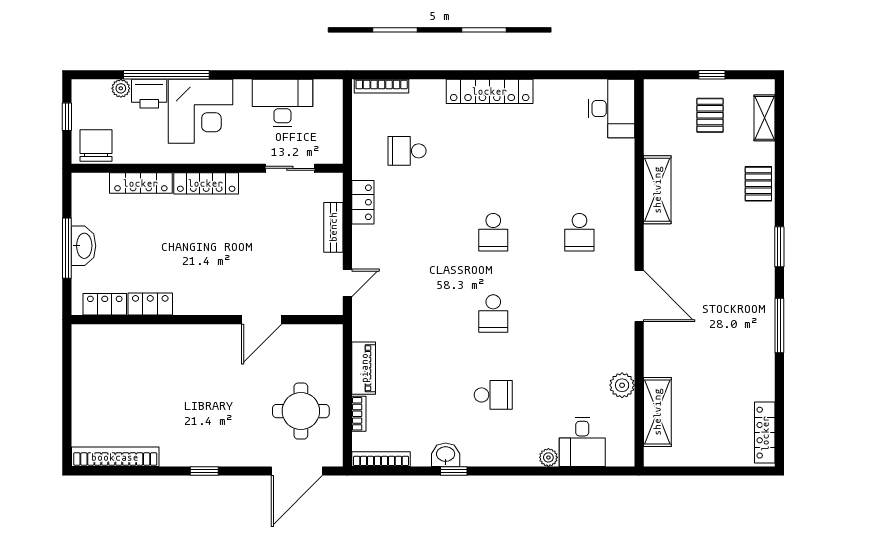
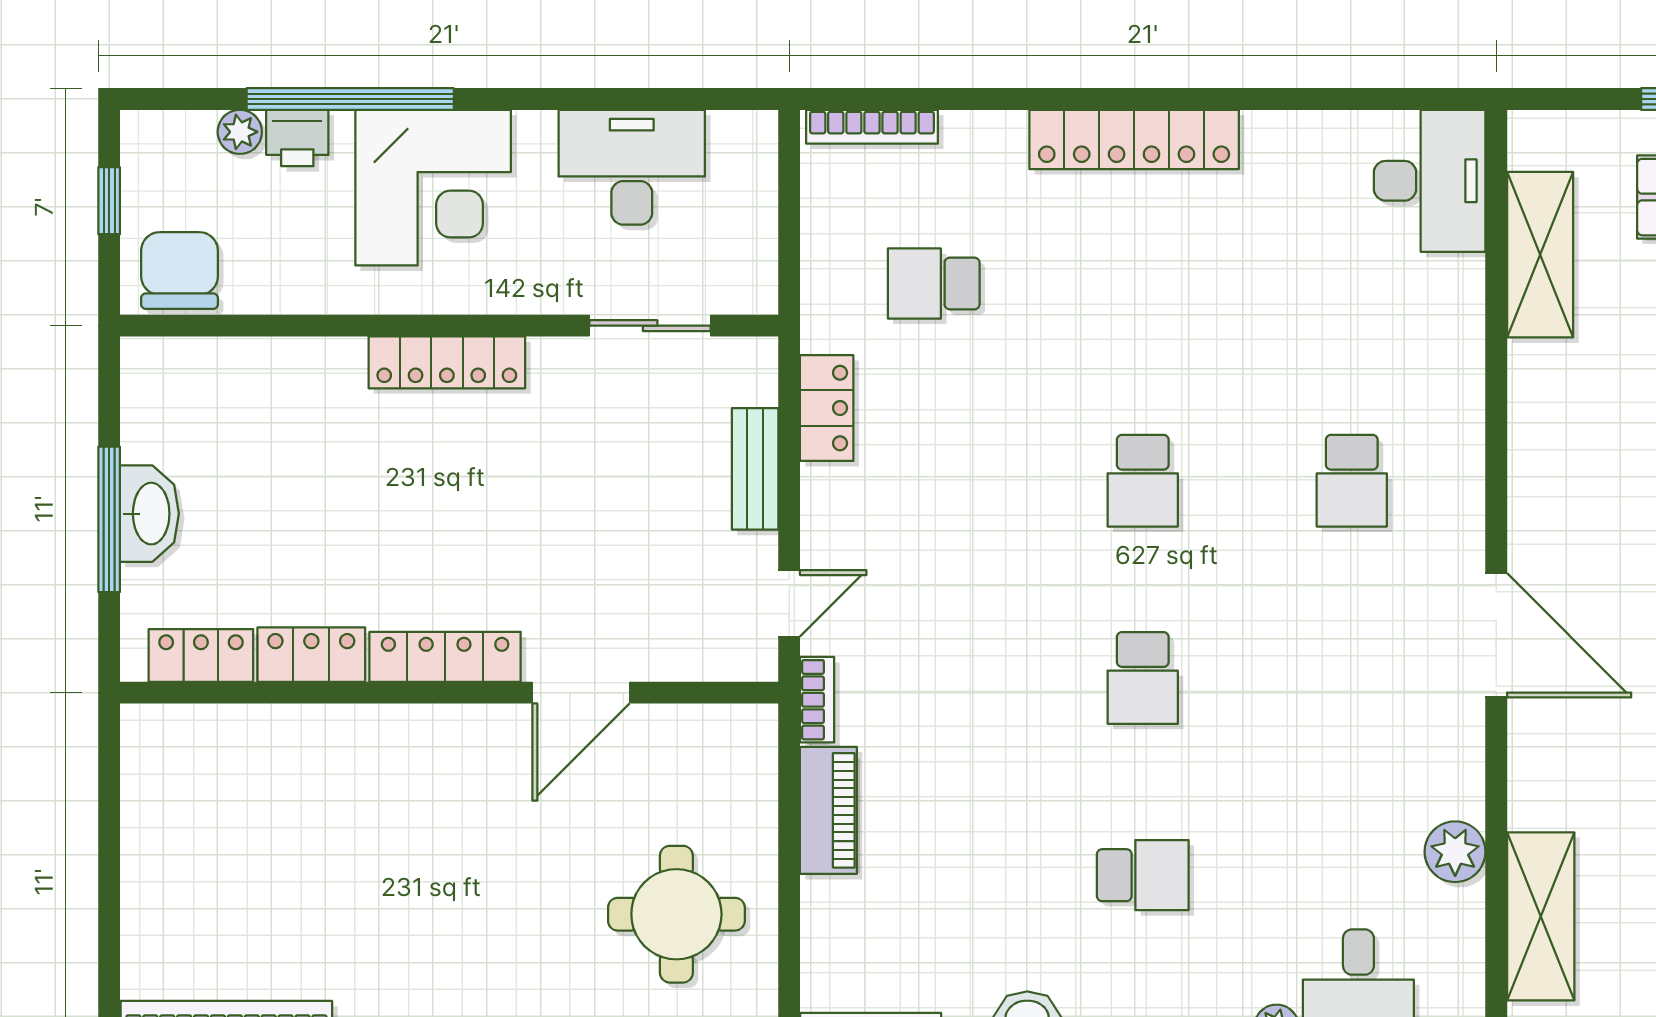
printer: (149, 94) -> (297, 138), width x0.73, depth x0.81
locker: (141, 183) -> (445, 657), moved, turned 180
shelving: (657, 190) -> (1540, 255), moved
bookcase: (359, 414) -> (817, 700), moved

